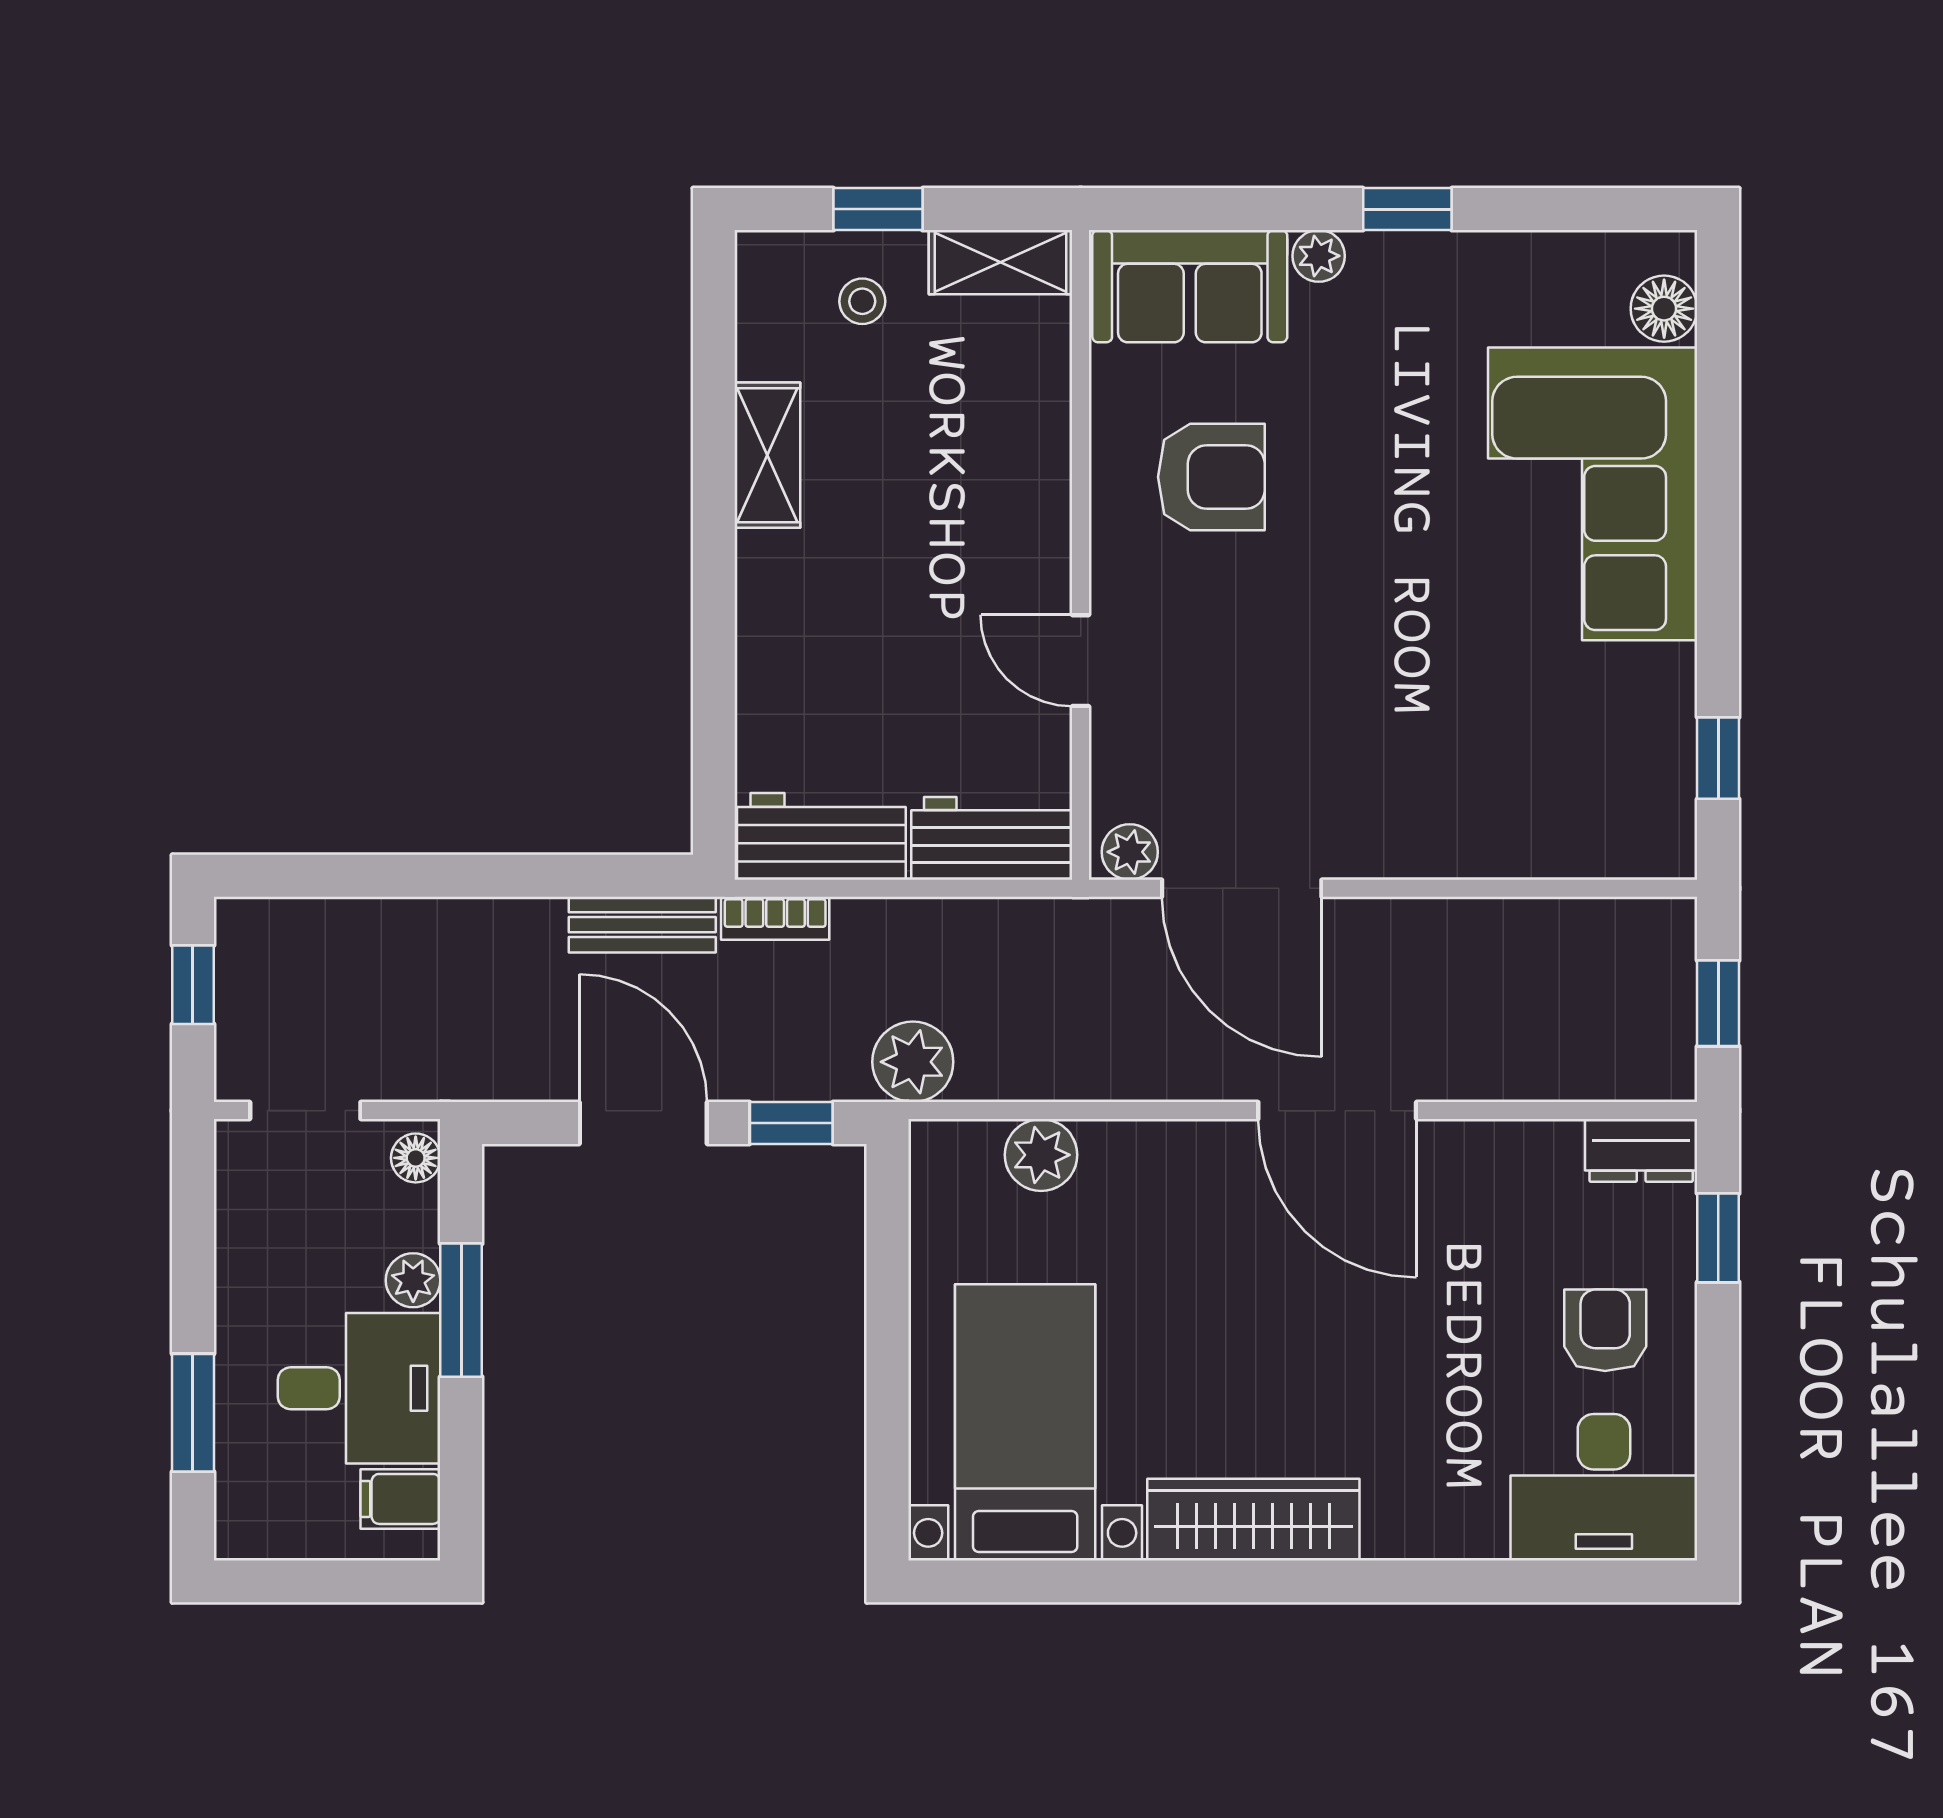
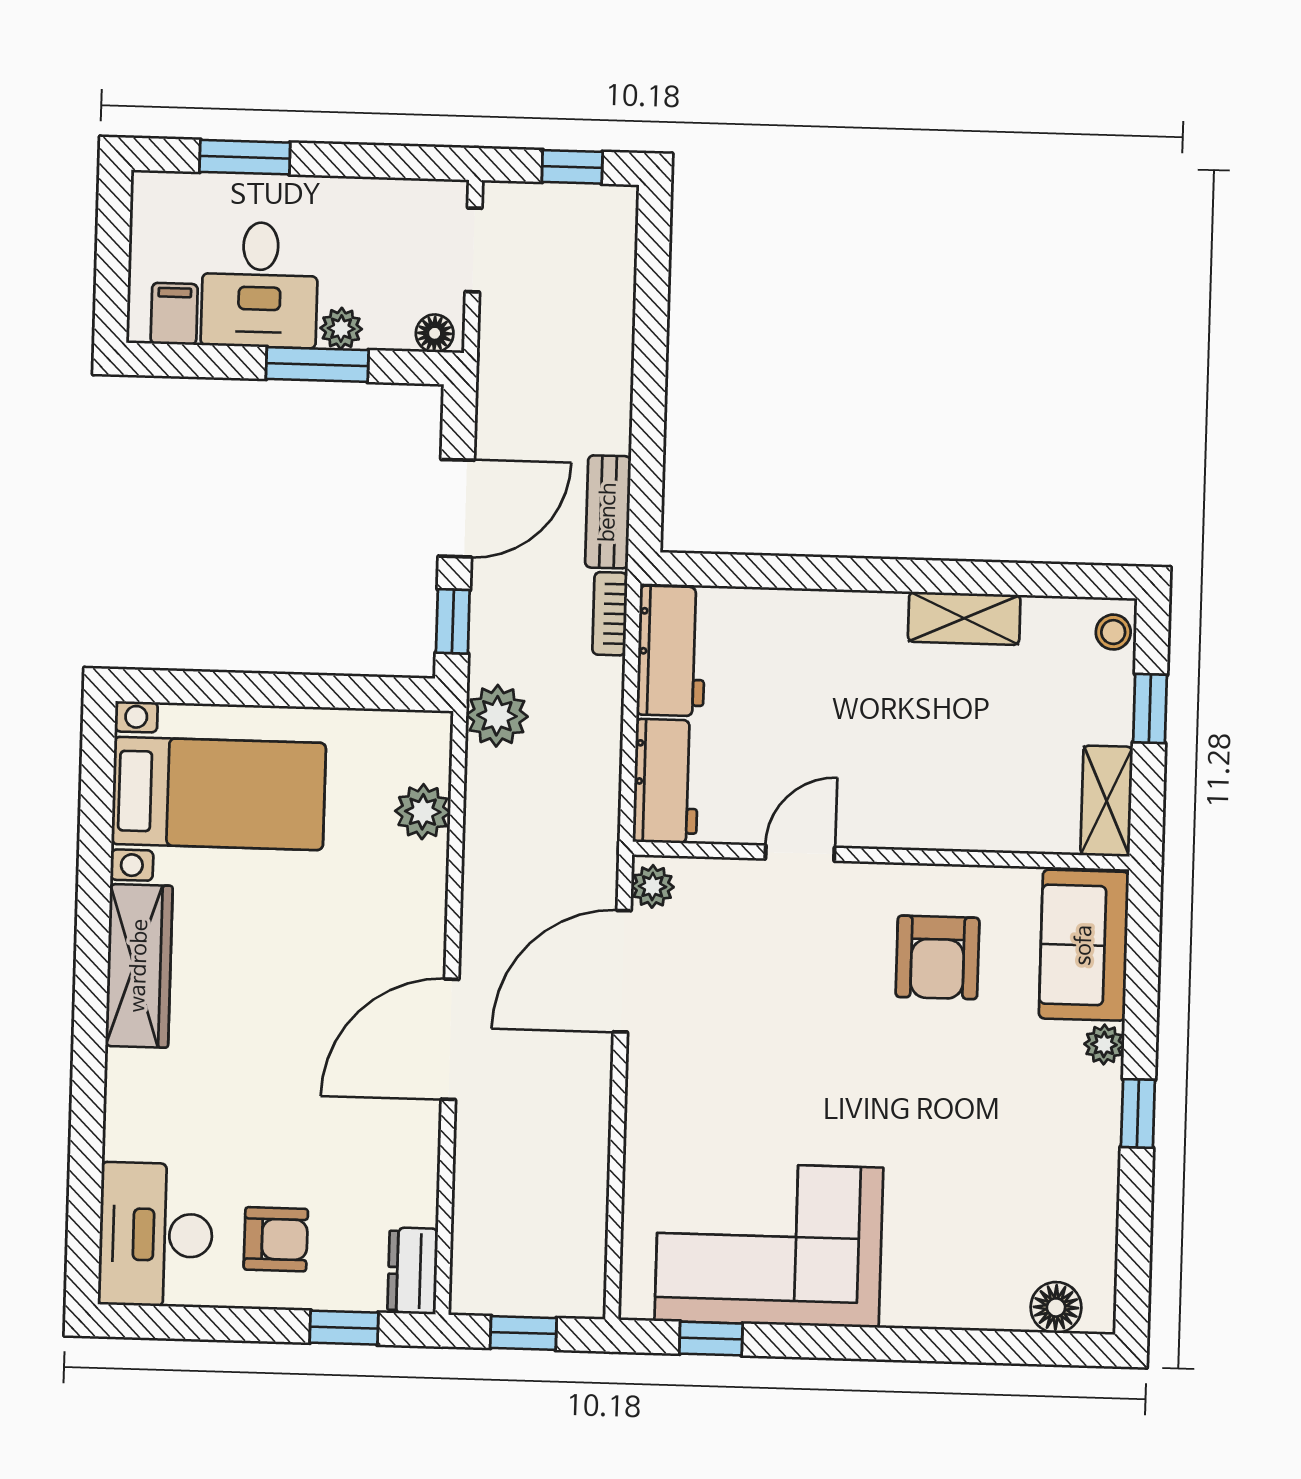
stool: (862, 301) -> (1113, 632), moved
corner sofa: (1593, 494) -> (769, 1244), moved

